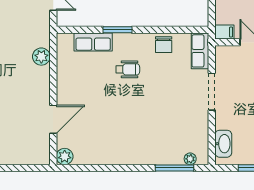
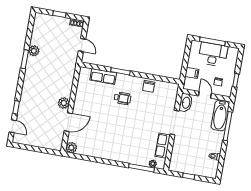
filing cabinet: (224, 32) -> (192, 73), moved
row of seats: (200, 51) -> (163, 146), moved
plant: (41, 57) -> (64, 103), moved
washbasin: (223, 144) -> (186, 103), moved

